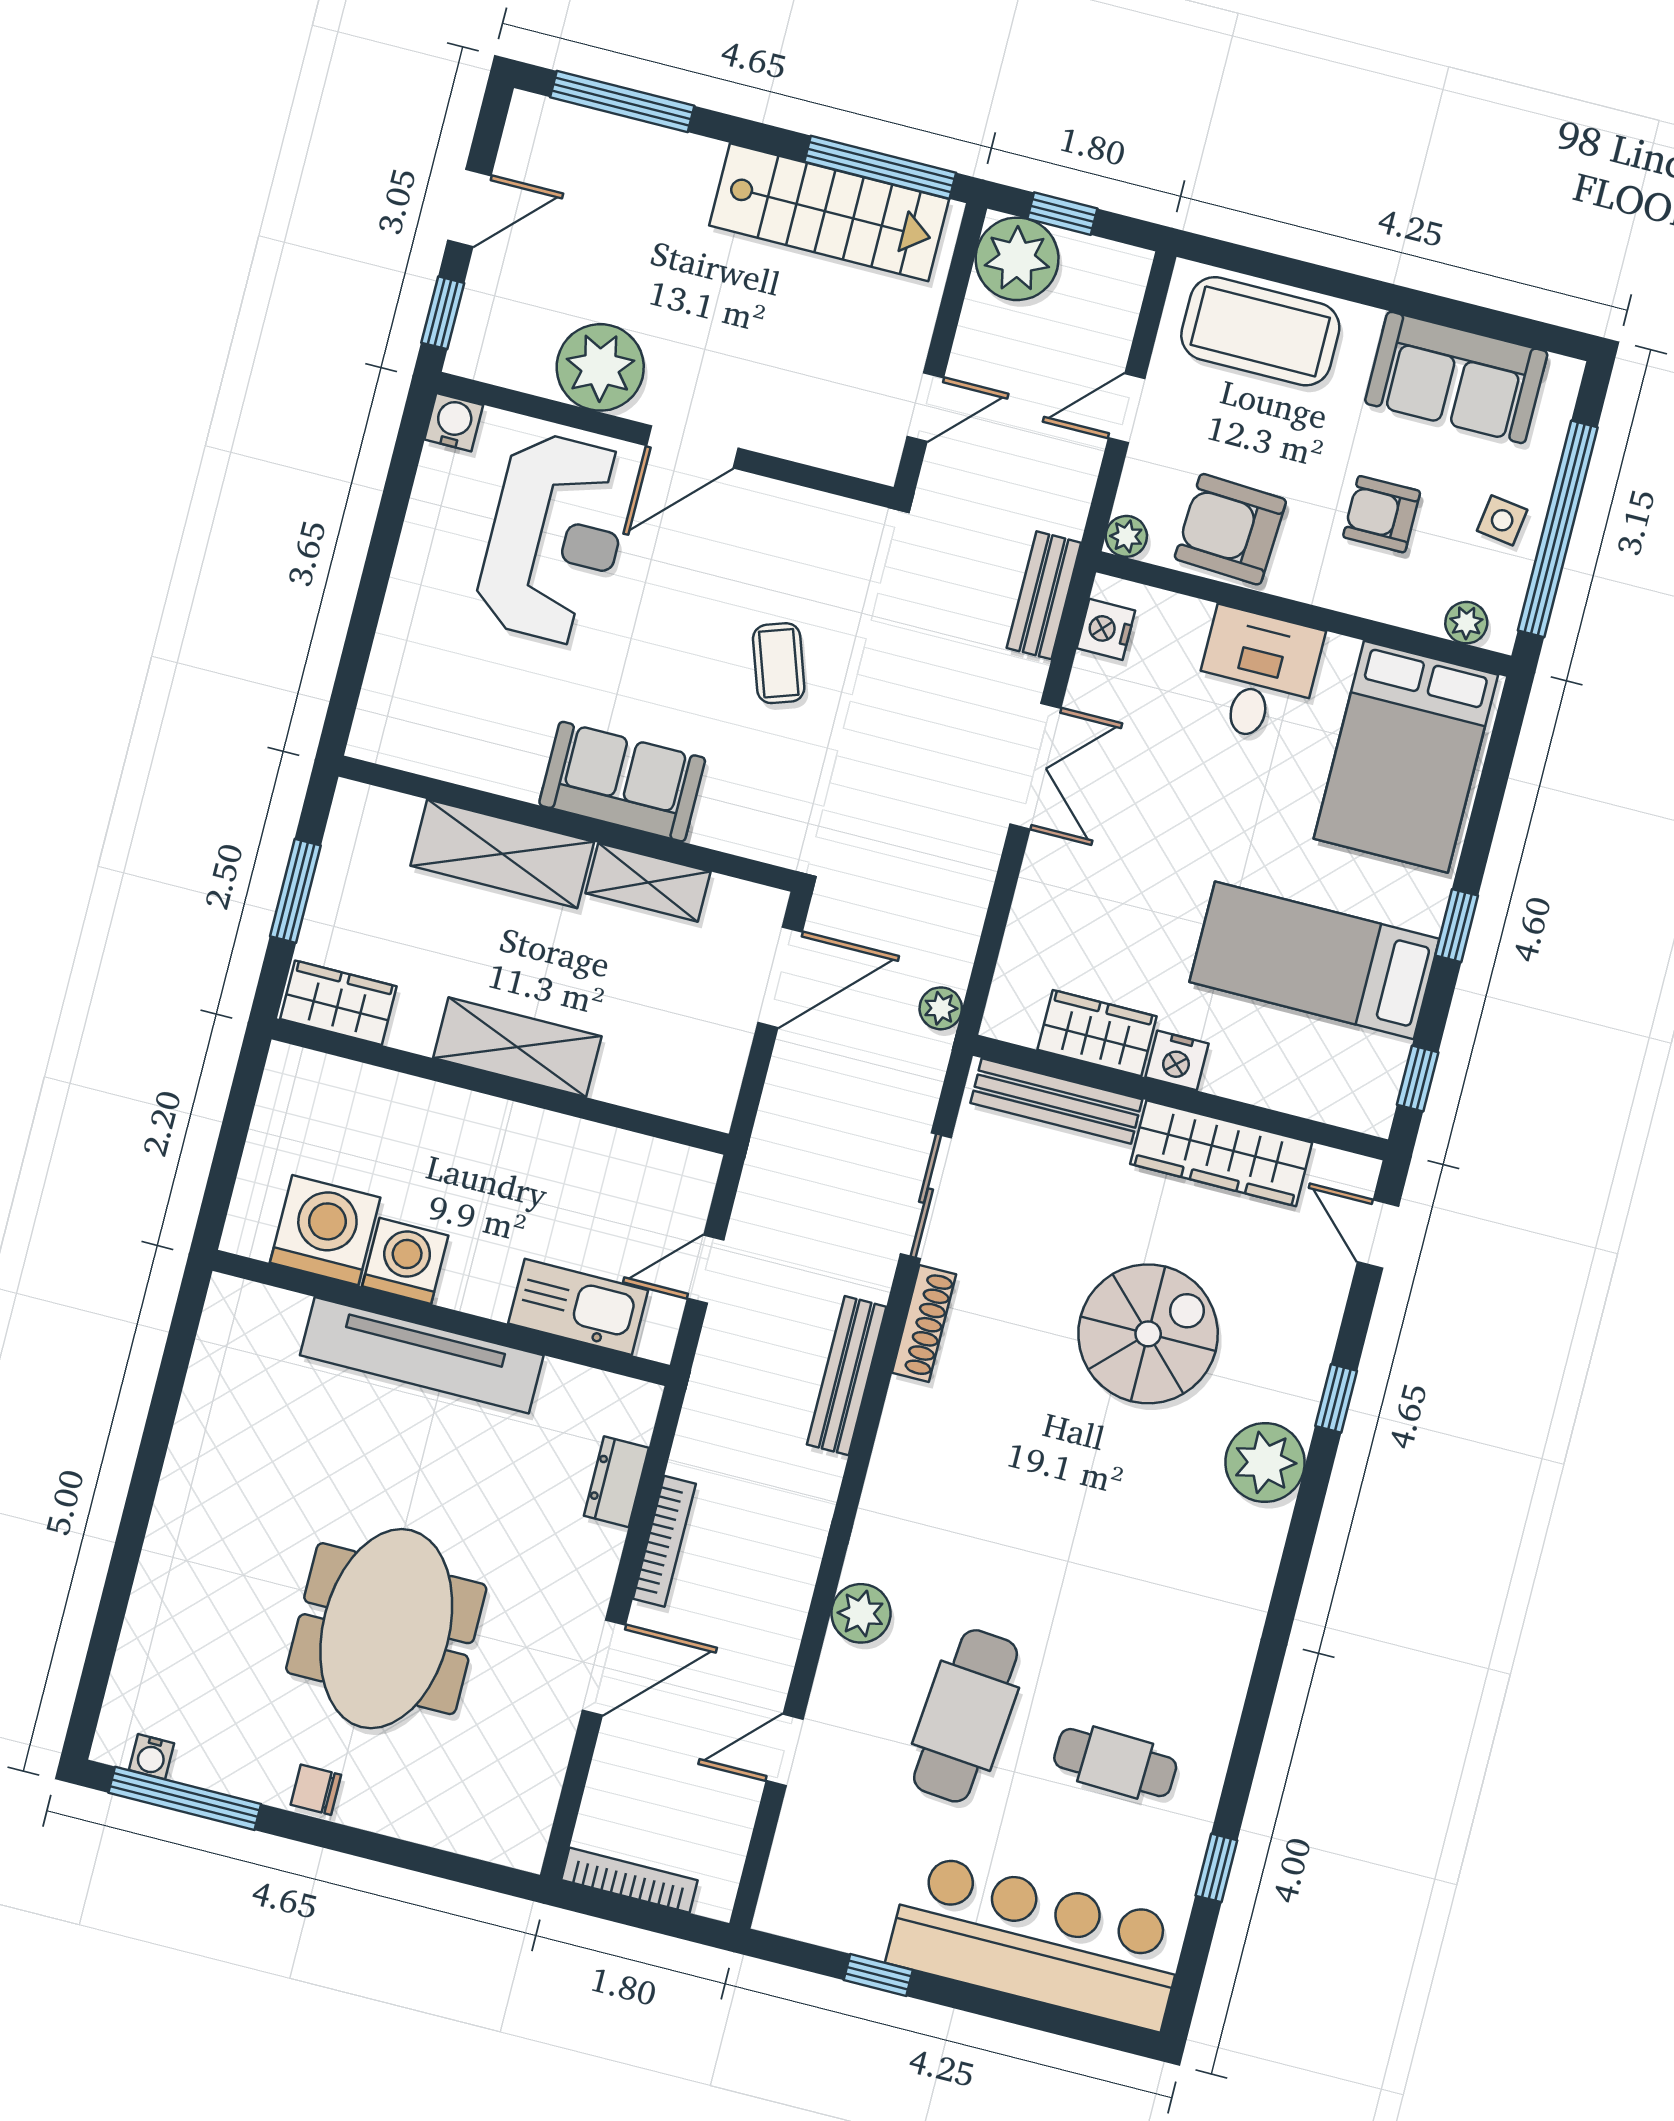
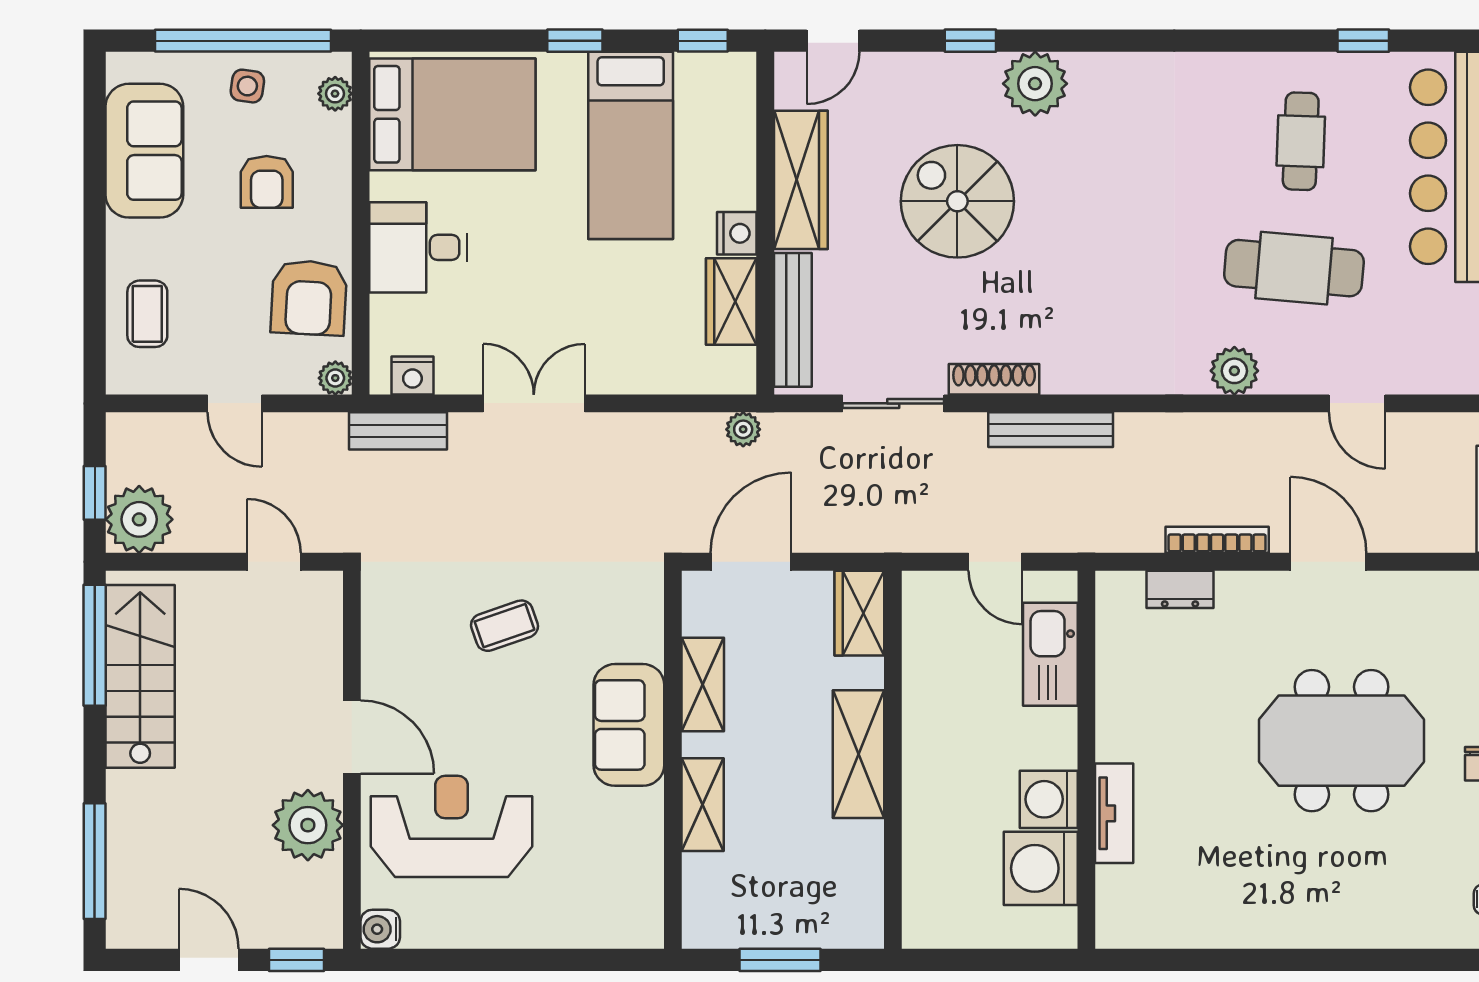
coffee table: (1260, 331) -> (147, 314), width x0.54, depth x0.58
shelving: (502, 854) -> (703, 805), width x0.67, depth x0.75
door: (780, 977) -> (751, 562), hinge flipped
wardrobe: (338, 1003) -> (859, 613), moved
tv unit: (422, 1355) -> (1114, 813), width x0.52, depth x0.78

